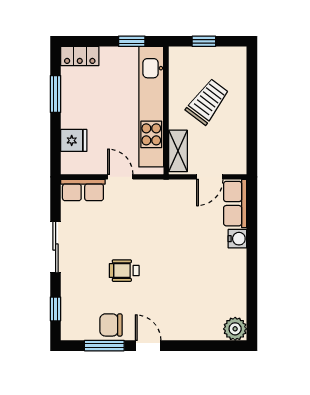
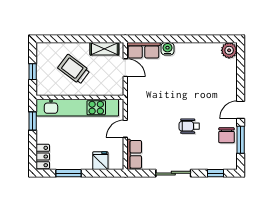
shelving: (178, 151) -> (104, 49), moved
wheelchair: (124, 271) -> (189, 126), turned 90

